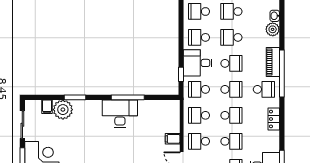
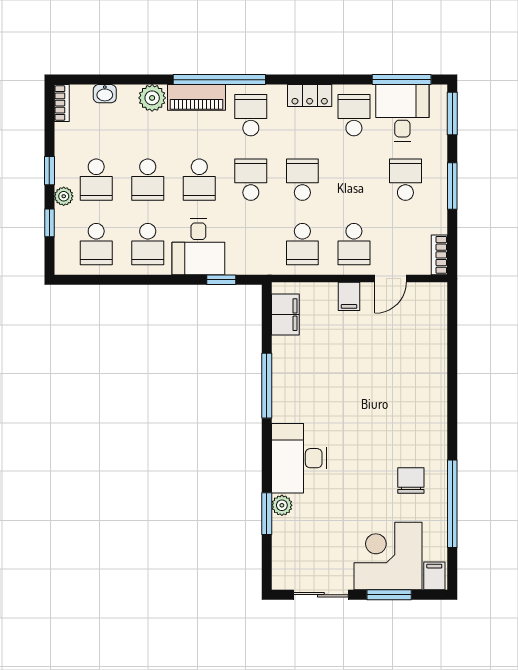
plant: (273, 29) -> (152, 98), moved
school desk: (231, 63) -> (199, 180), turned 180
school desk: (199, 89) -> (251, 244), removed
window: (75, 97) -> (267, 514), moved
filing cabinet: (47, 107) -> (285, 315), moved, width x2.00
plant: (63, 110) -> (282, 505), width x0.53, depth x0.53
desk: (120, 114) -> (299, 458), moved
school desk: (231, 141) -> (354, 115), moved

